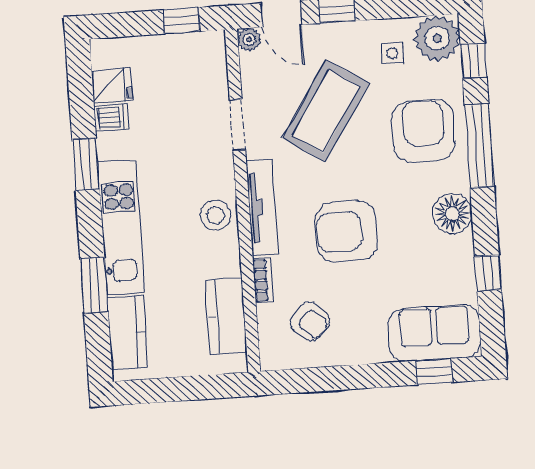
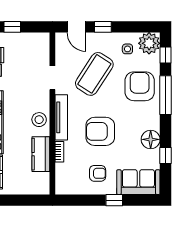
window: (182, 21) -> (12, 27), moved
plant: (249, 39) -> (61, 38), removed
floor lamp: (452, 214) -> (151, 139), moved
kitchen counter: (226, 316) -> (41, 154), moved
armchair: (310, 322) -> (98, 173), moved, turned -42
window: (434, 372) -> (114, 200), moved

